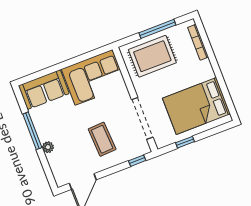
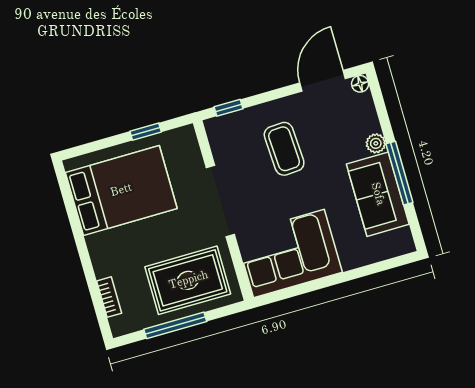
bookcase: (198, 42) -> (109, 297), width x0.64
sofa: (44, 90) -> (378, 194), moved, turned -90
doorway: (142, 118) -> (220, 201), moved
floor lamp: (60, 182) -> (360, 84), added

